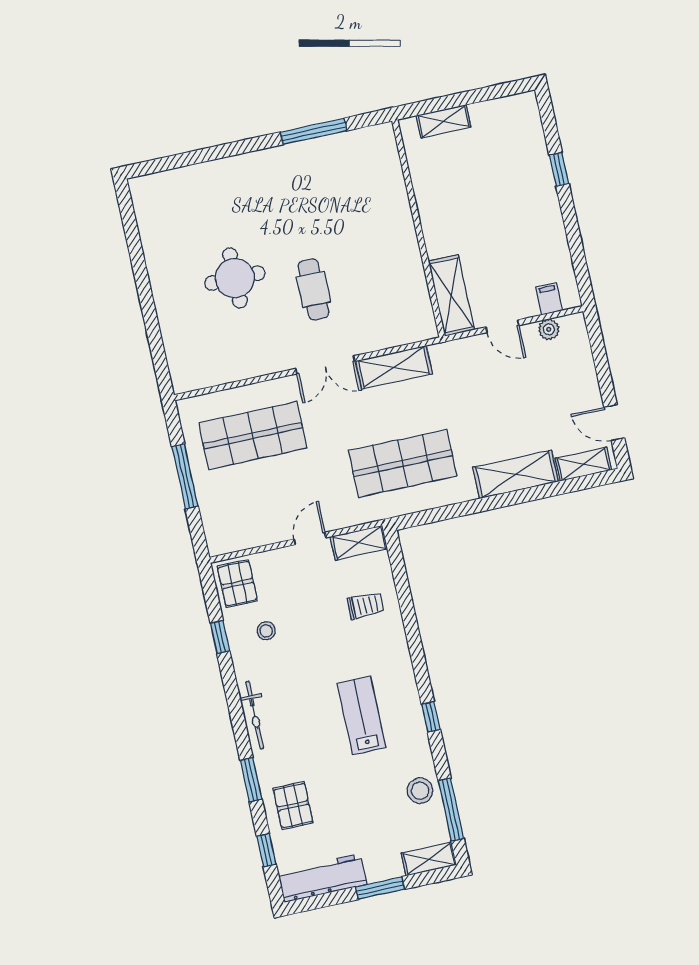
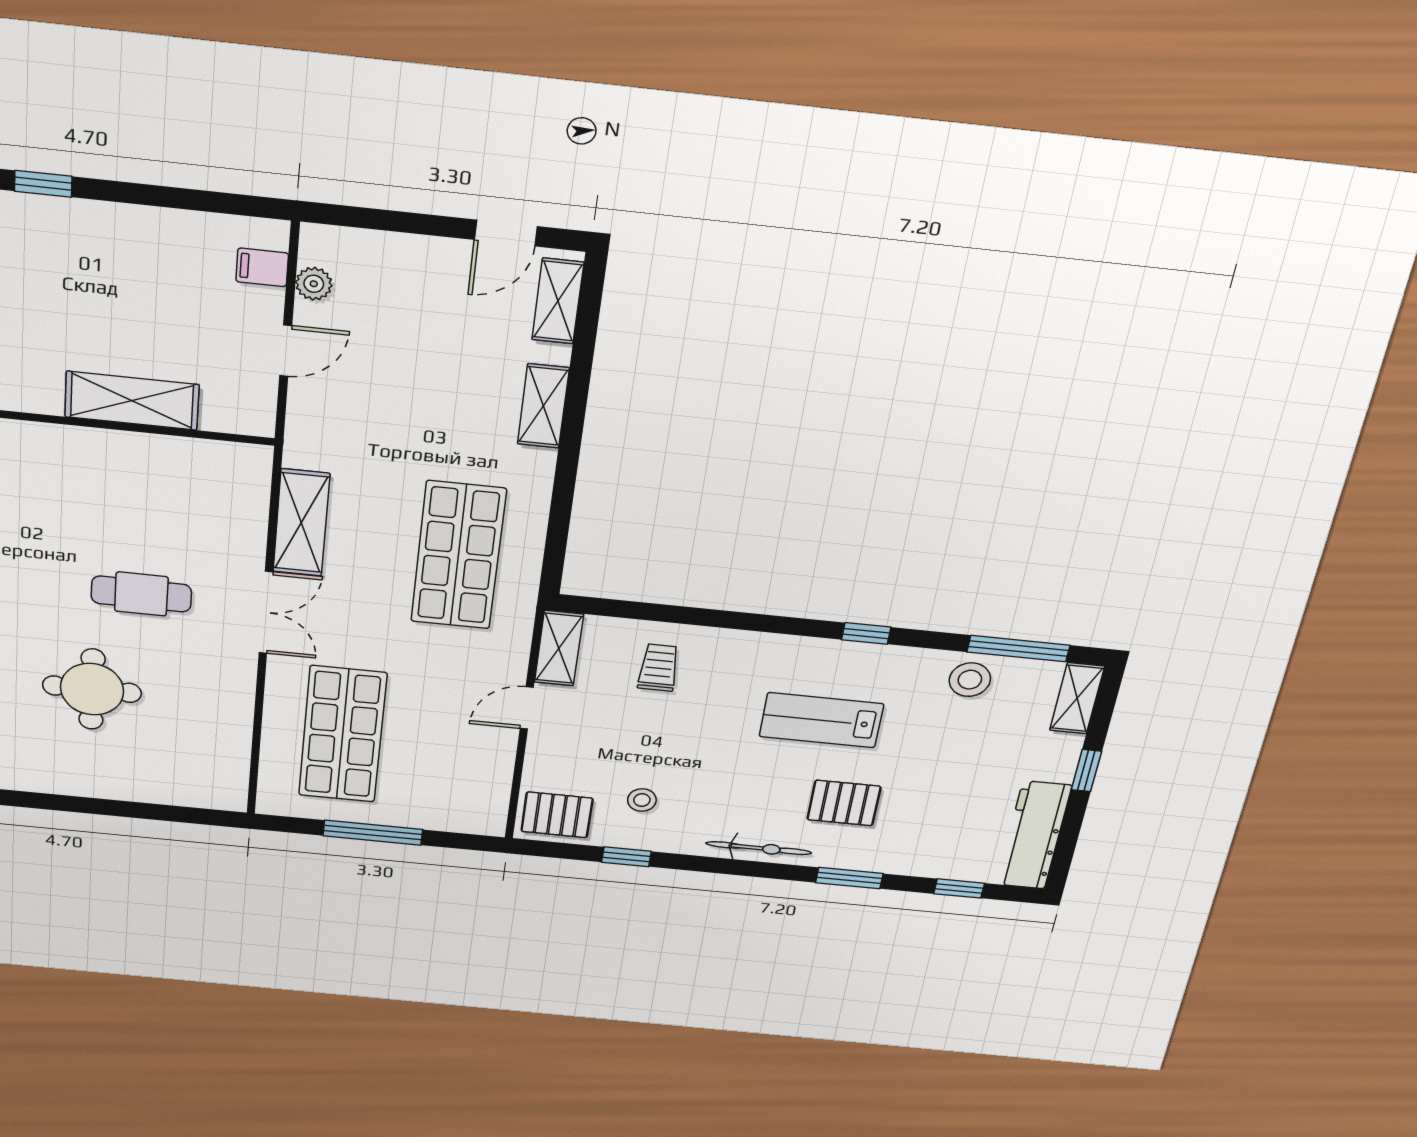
shelving: (451, 295) -> (132, 401), moved
shelving: (516, 474) -> (543, 406), width x0.67, depth x0.75
door: (310, 538) -> (527, 708), hinge flipped
pallet: (293, 806) -> (844, 803), moved
window: (380, 888) -> (1086, 771), width x0.67

